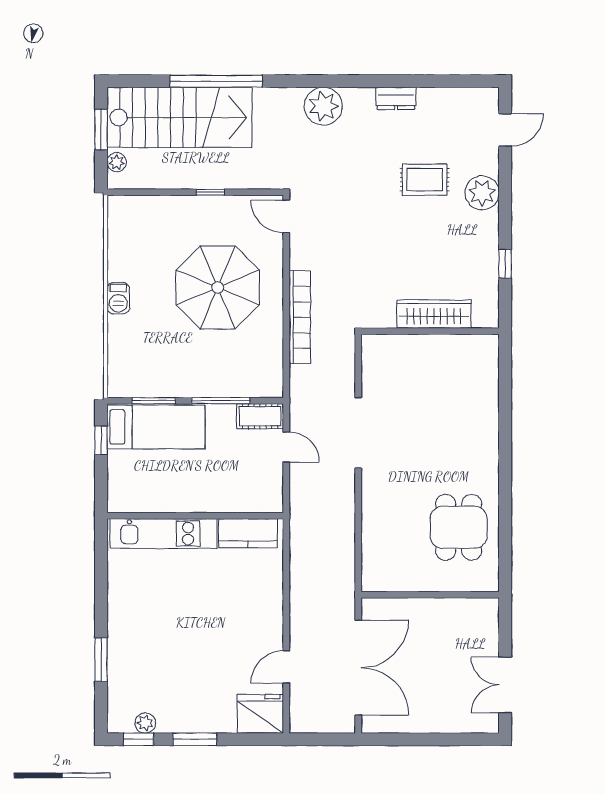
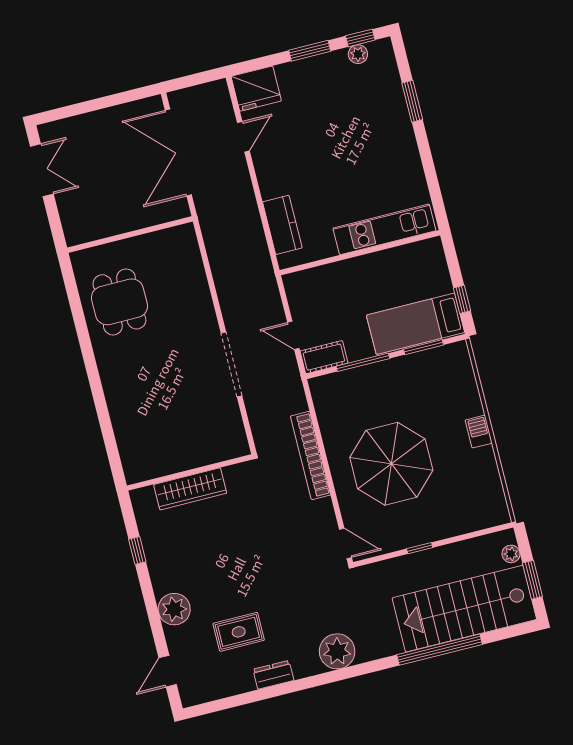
rug: (425, 180) -> (239, 632), moved
kitchen counter: (248, 533) -> (282, 225), moved, turned 90

